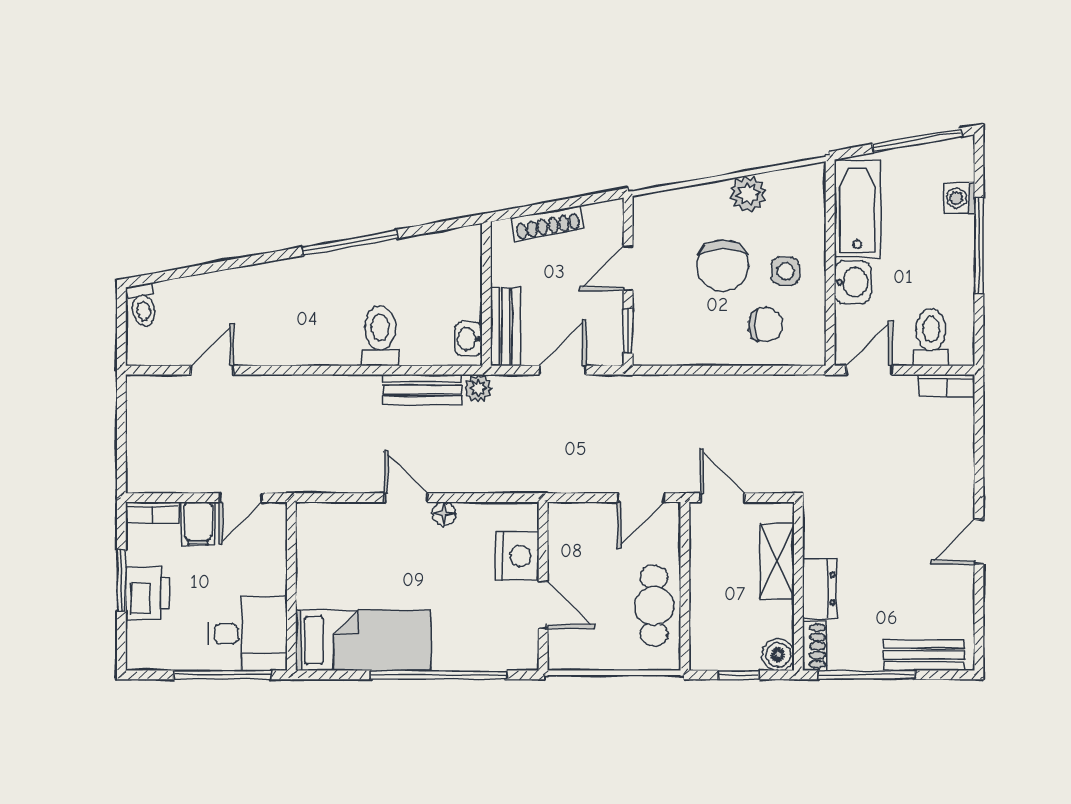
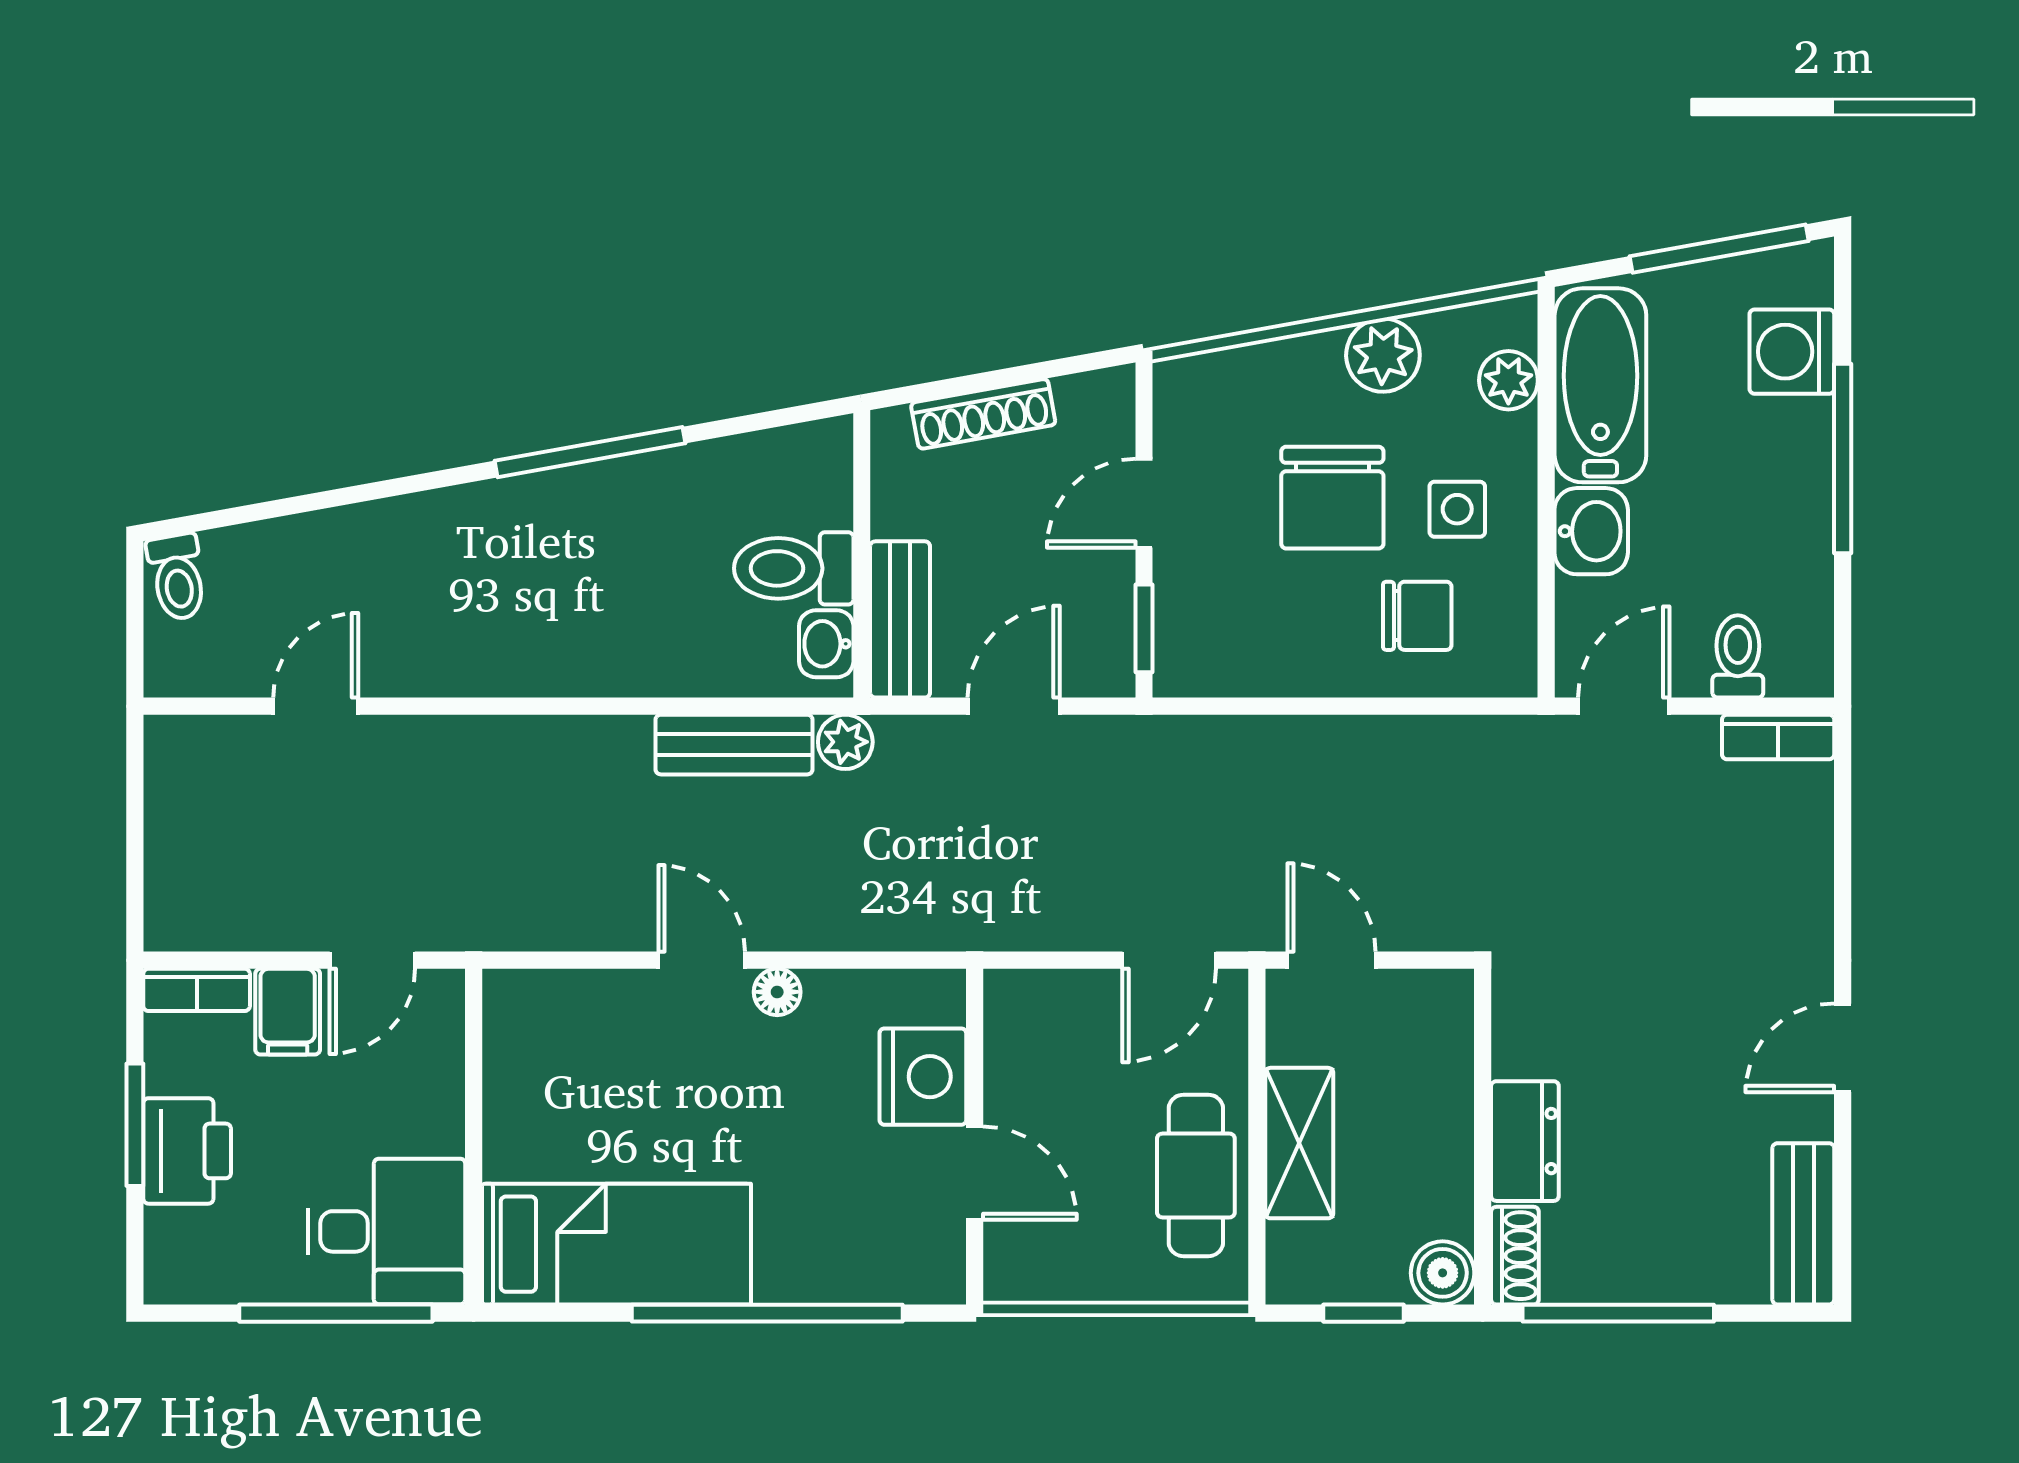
washing machine: (959, 198) -> (1792, 352), width x1.38, depth x1.38
plant: (811, 206) -> (1508, 380), added
toilet: (380, 336) -> (794, 568), moved, turned -90
toilet: (931, 337) -> (1738, 656), width x0.73, depth x0.72
shelving: (777, 561) -> (1299, 1143), moved
bench: (924, 655) -> (1803, 1224), moved, turned 90

